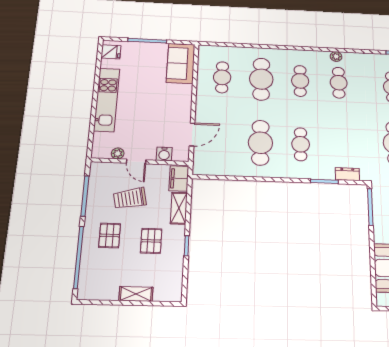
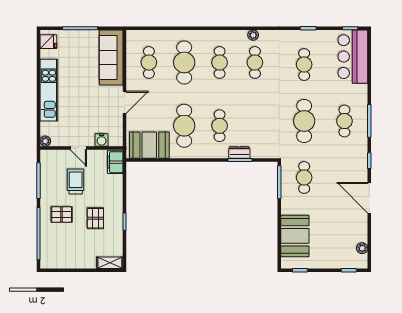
sofa: (181, 63) -> (111, 57), width x1.36
door: (192, 135) -> (125, 102), moved
plant: (118, 153) -> (45, 141), moved
booth: (220, 162) -> (149, 145), added
dresser: (347, 174) -> (239, 153), moved
trolley: (130, 198) -> (76, 182), turned 102
shelving: (179, 208) -> (117, 189), removed
pallet: (110, 235) -> (62, 215), turned 90
shelving: (136, 294) -> (110, 263), moved

